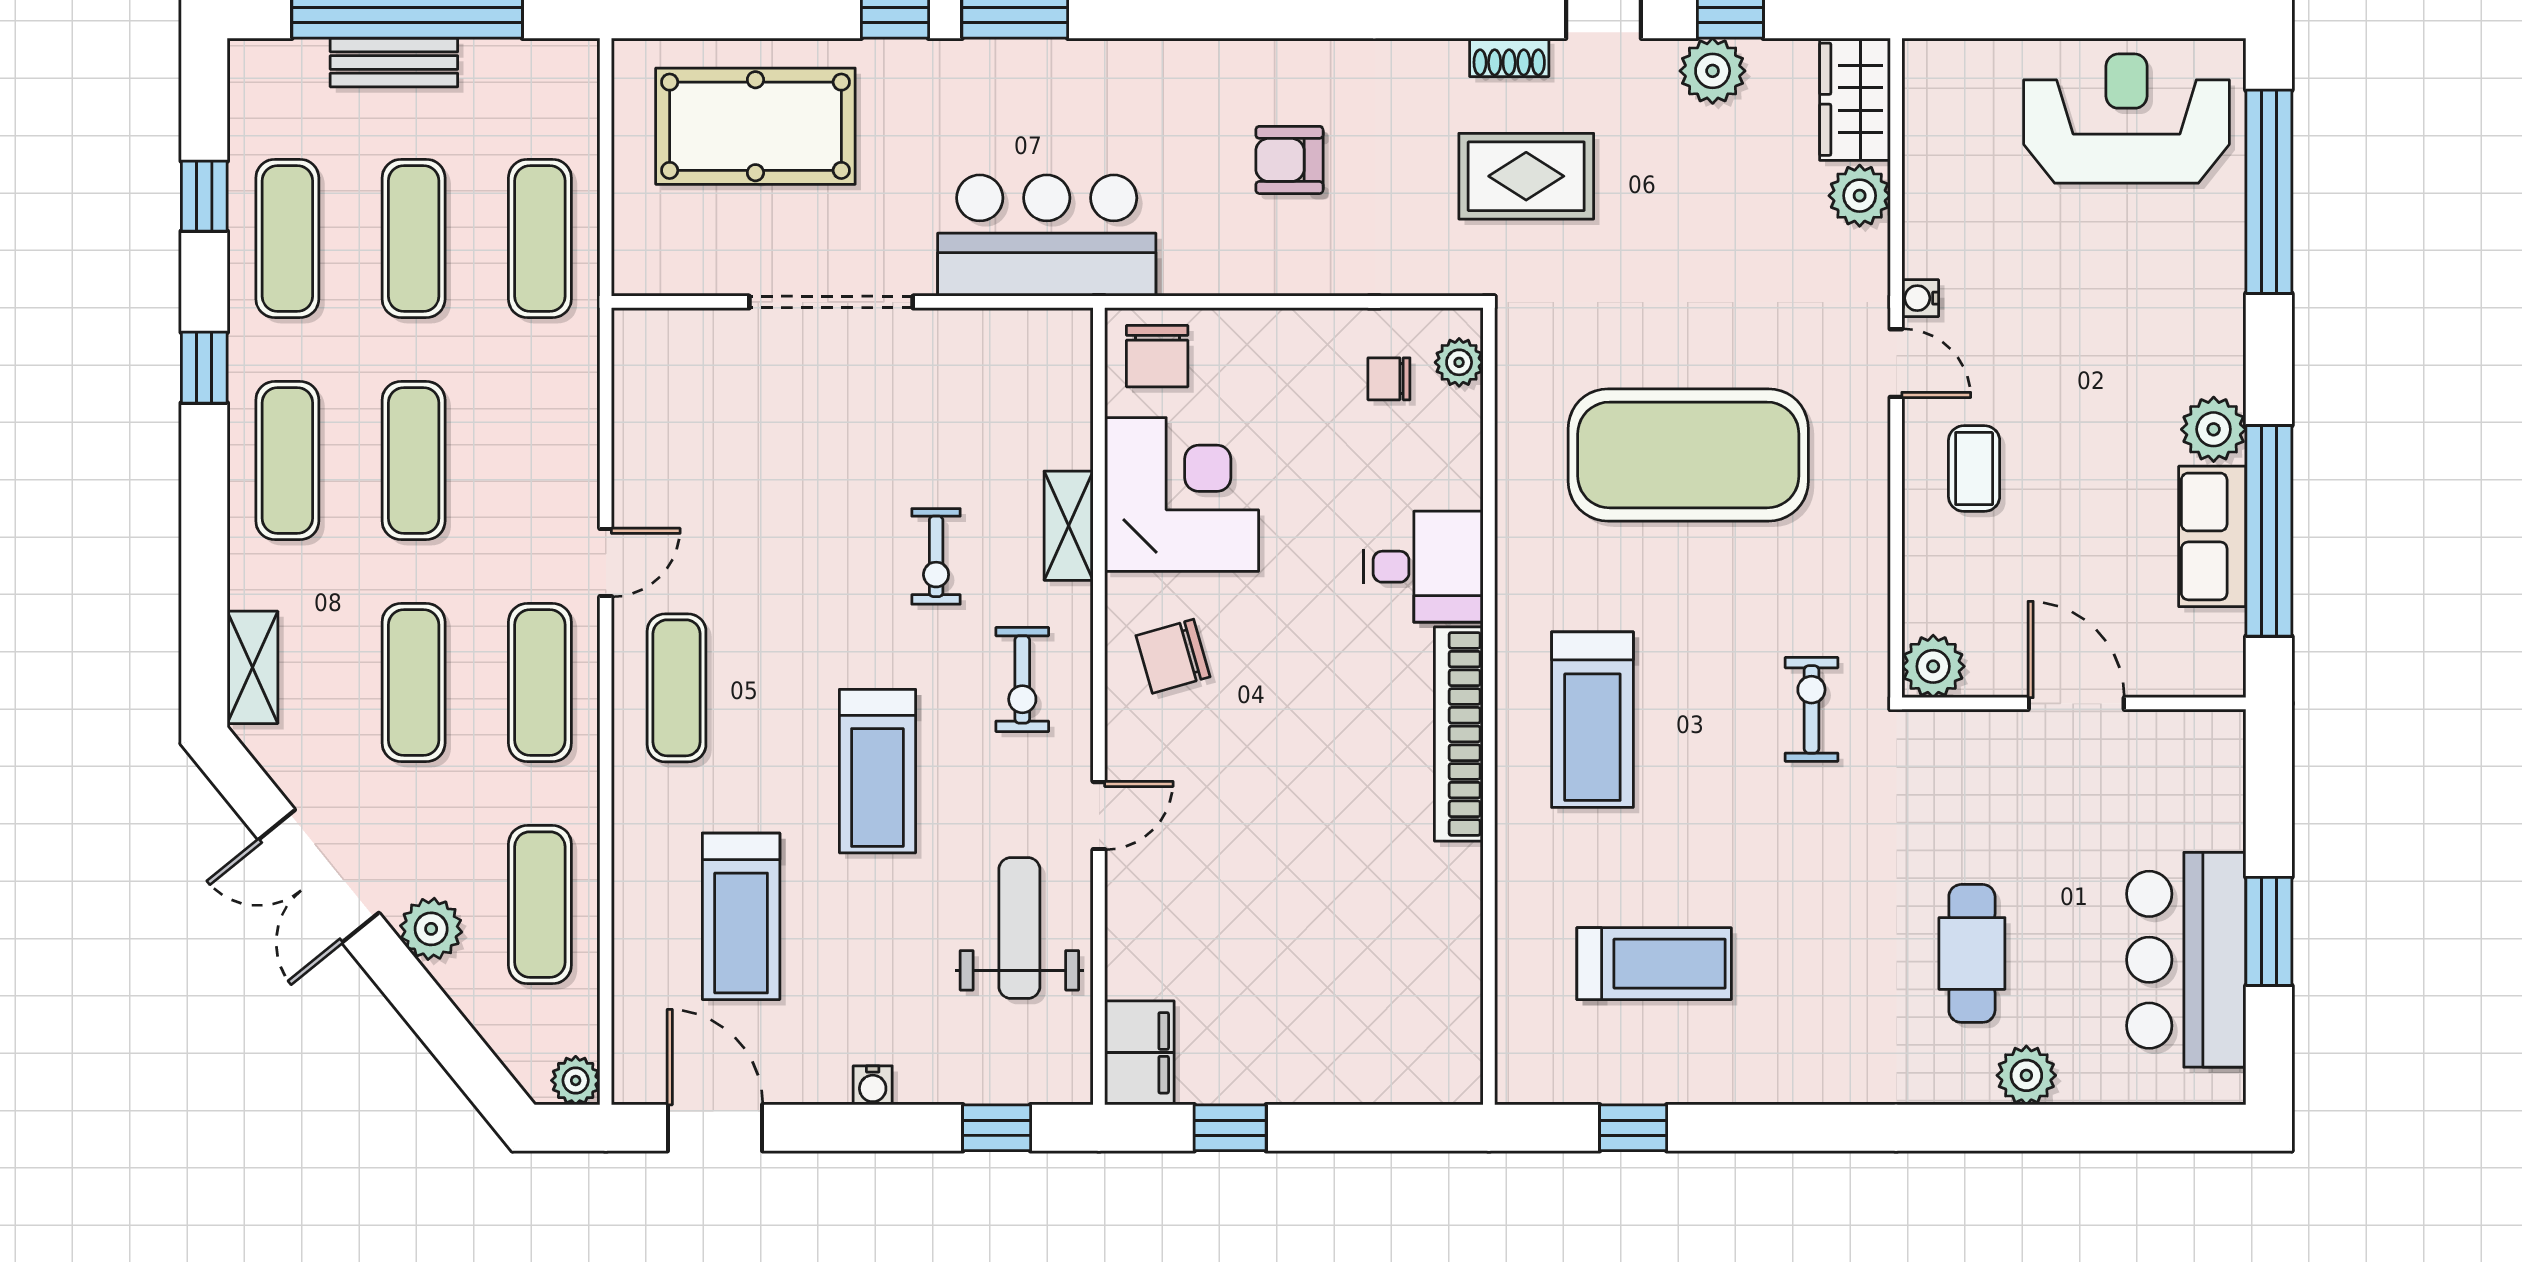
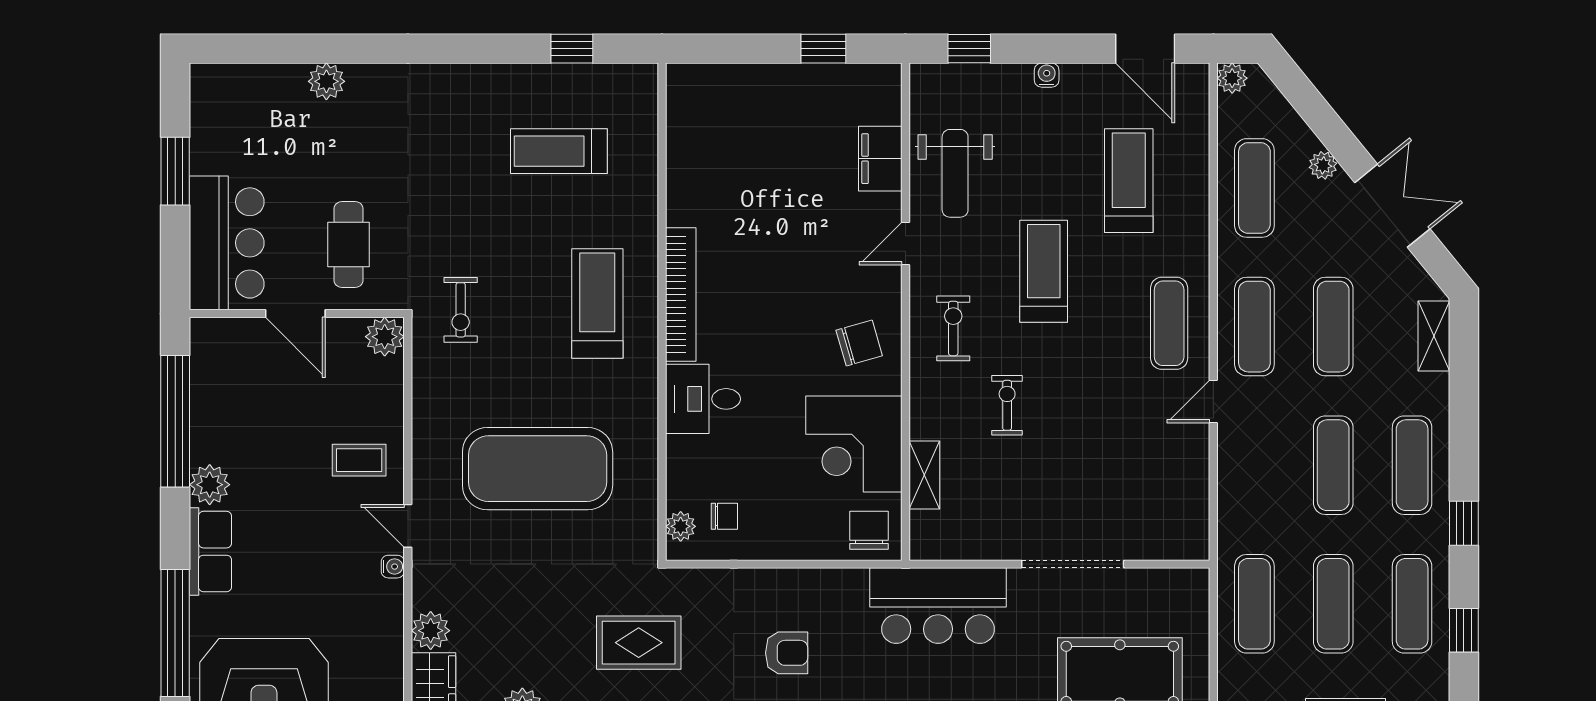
coffee table: (1974, 469) -> (359, 460), turned 90
shelving: (1069, 526) -> (924, 475), moved
row of seats: (2212, 536) -> (210, 552), moved
plant: (431, 929) -> (1323, 165), width x0.73, depth x0.73
cafe table: (1972, 953) -> (349, 244), moved
bar counter: (2186, 960) -> (227, 243), moved
filing cabinet: (1139, 1053) -> (880, 159), moved

